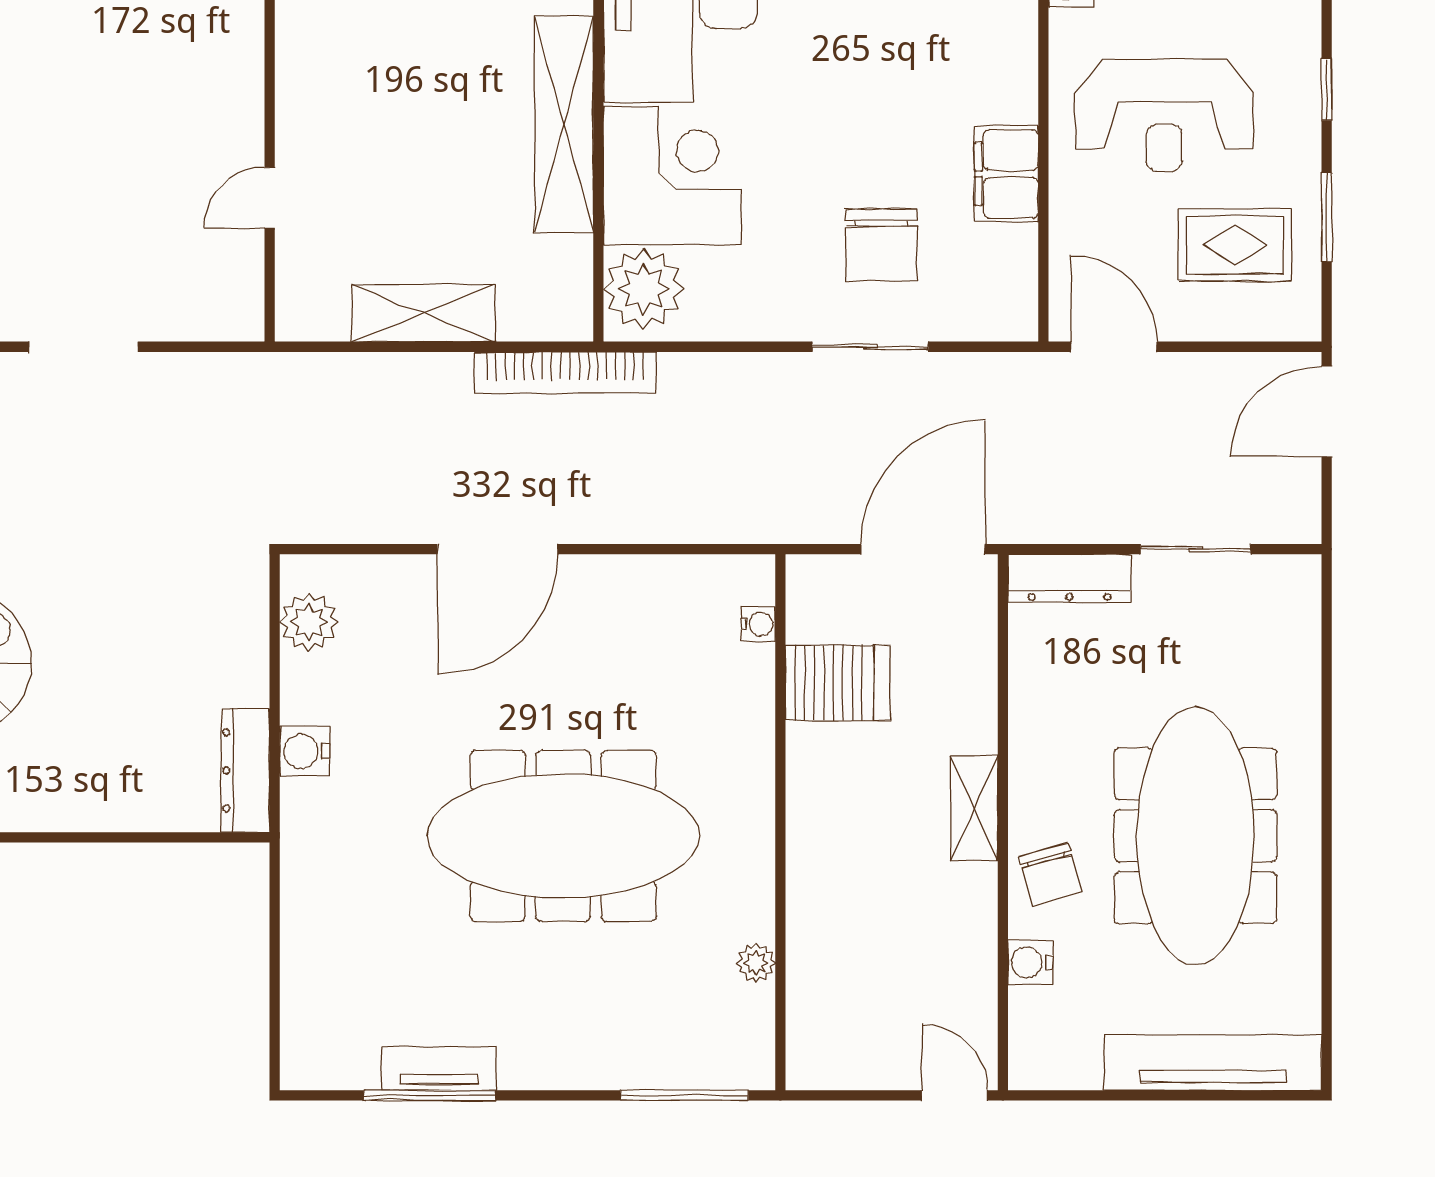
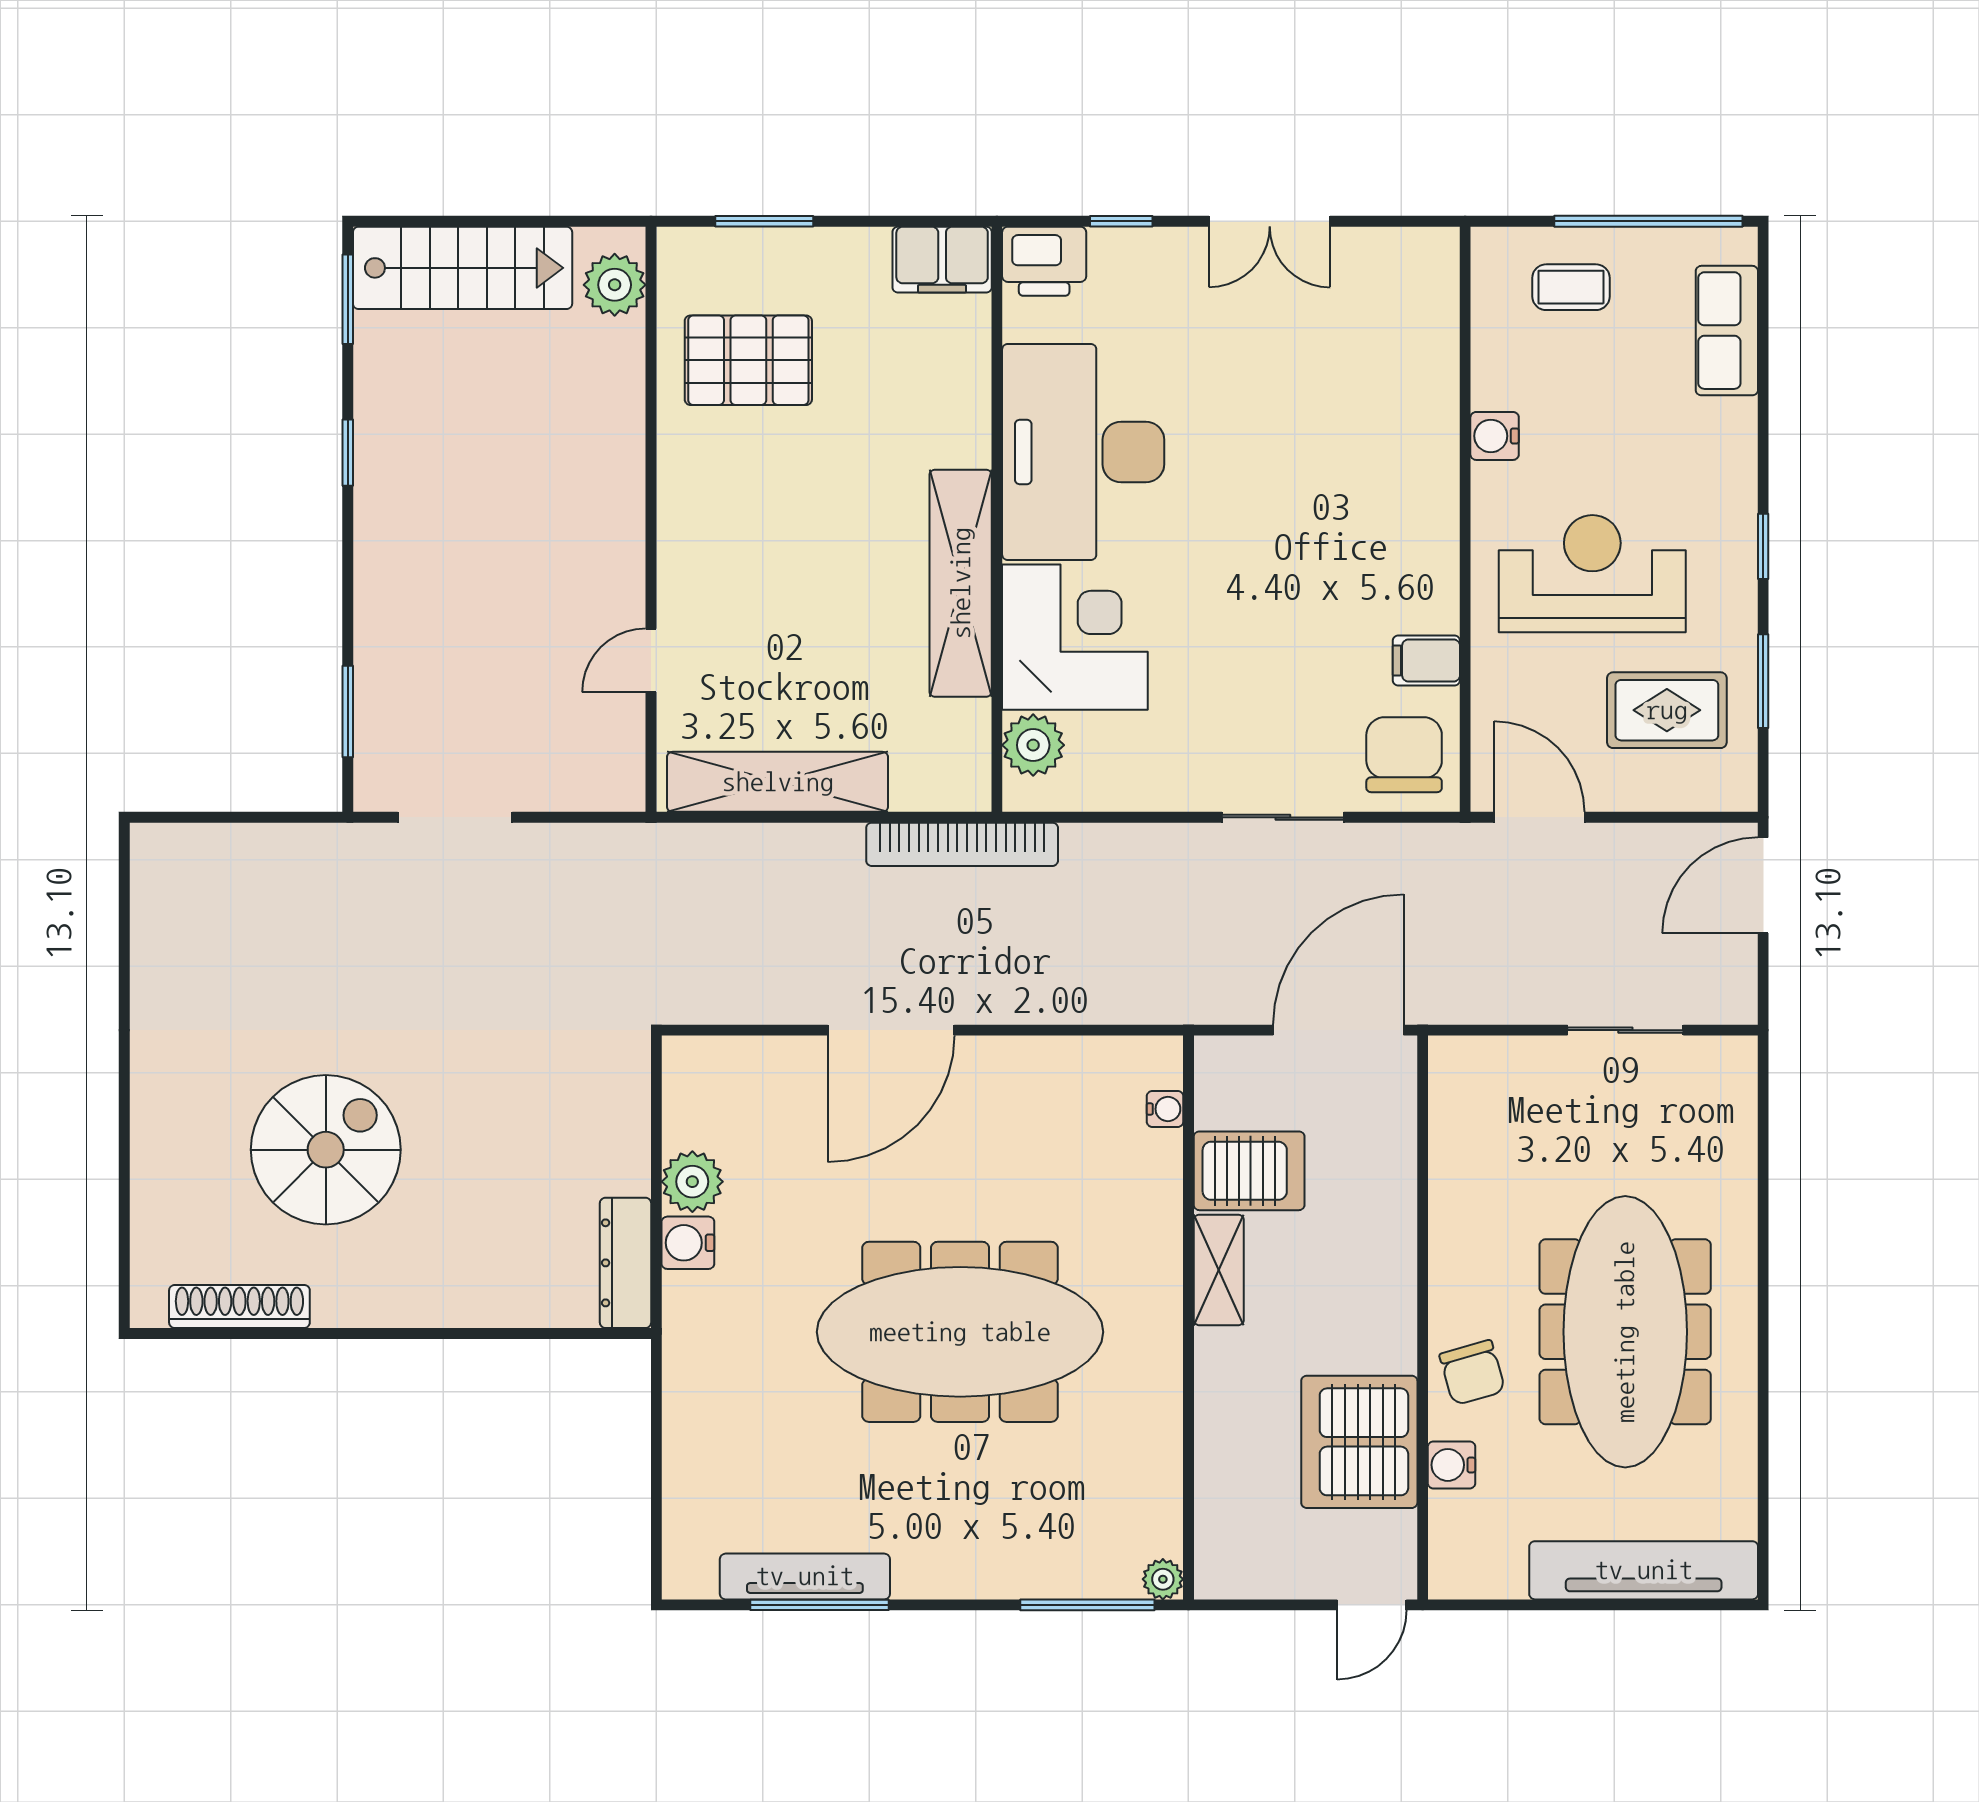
reception desk: (1164, 115) -> (1592, 574), turned 180
filing cabinet: (1006, 174) -> (1426, 661), width x0.50
chair: (881, 245) -> (1404, 755), moved, turned 180
plant: (643, 289) -> (1033, 745), width x0.73, depth x0.73
shelving: (423, 313) -> (778, 782), width x1.47
dresser: (1070, 578) -> (1493, 1061), removed
plant: (309, 622) -> (692, 1182), moved
shelving: (974, 808) -> (1219, 1270), moved
server rack: (943, 940) -> (1359, 1442), added
plant: (756, 963) -> (1163, 1579), moved
tv unit: (439, 1068) -> (805, 1576), width x1.41
door: (955, 1095) -> (1372, 1605), swing flipped

